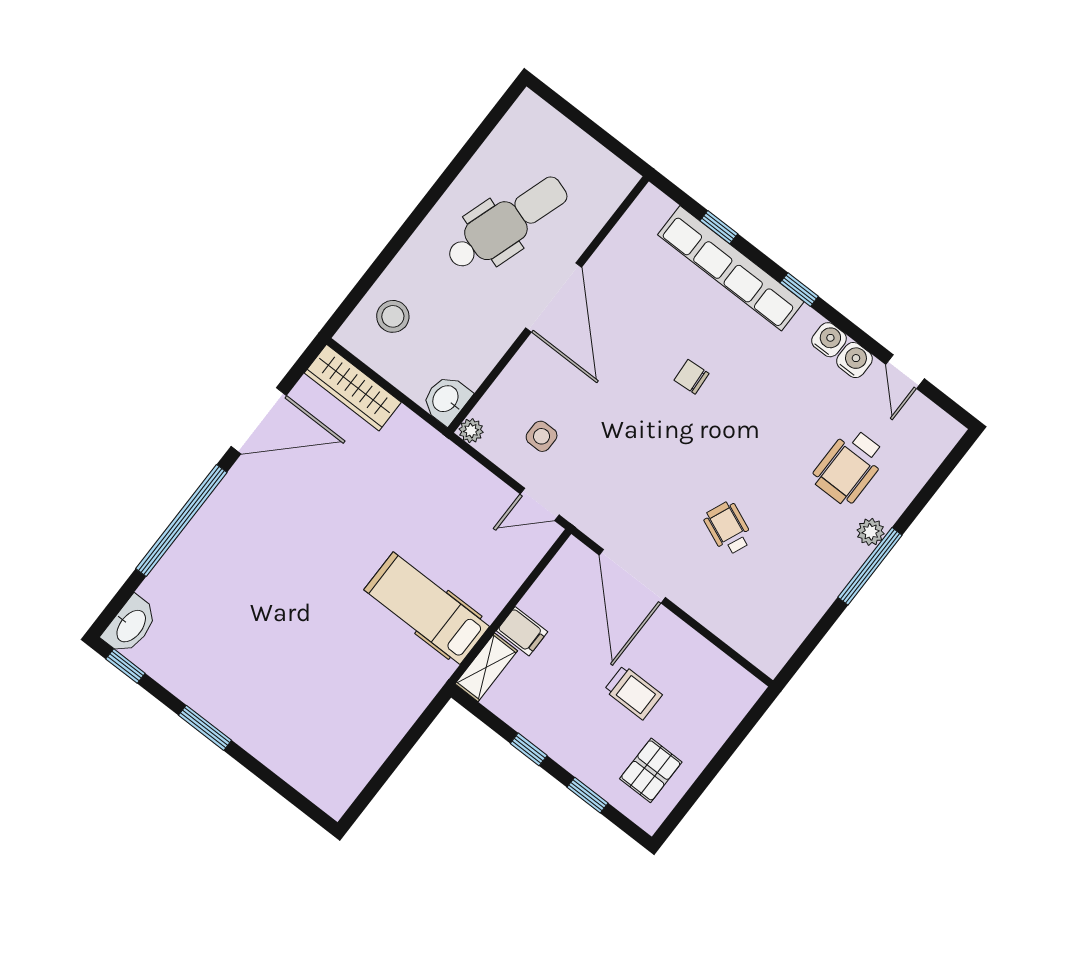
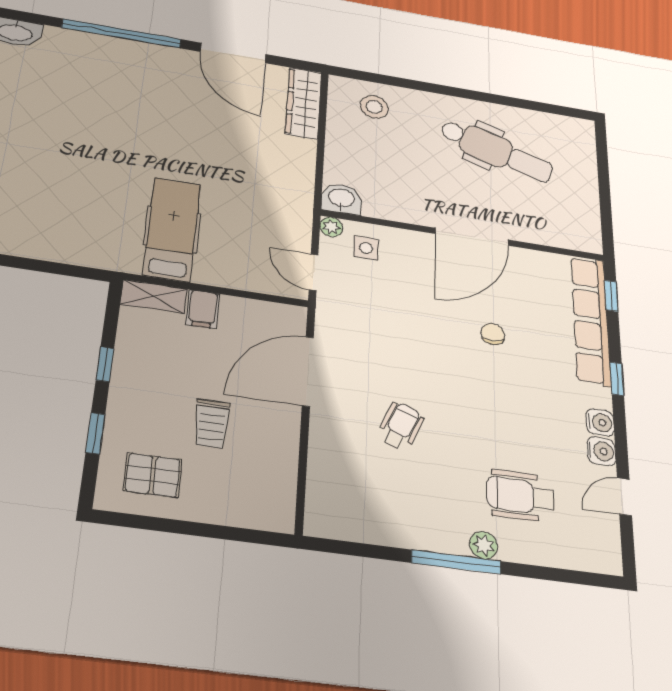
door: (554, 298) -> (472, 237), moved
wall: (548, 305) -> (464, 236), moved
washbasin: (446, 399) -> (341, 199), moved
plant: (471, 431) -> (331, 227), moved

